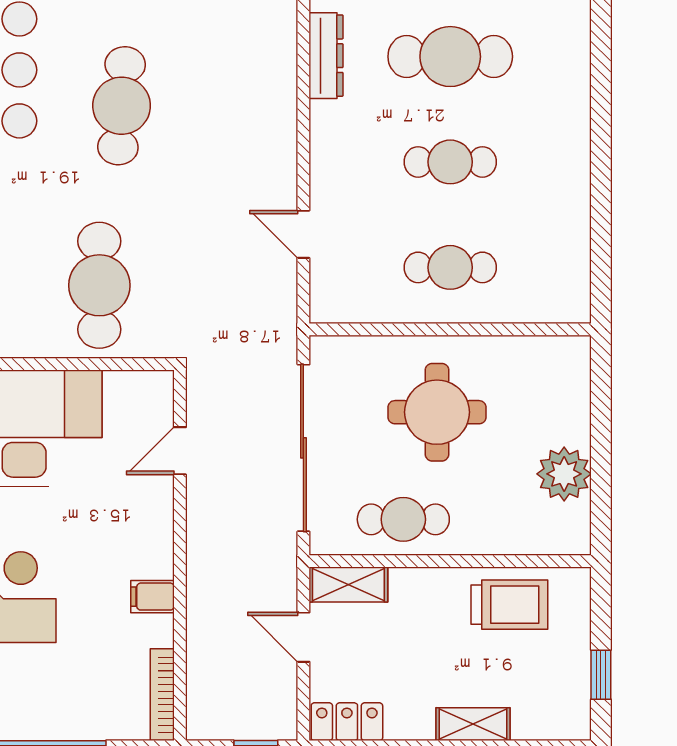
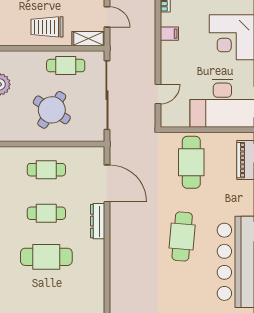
dresser: (326, 56) -> (98, 221), moved
door: (303, 234) -> (107, 183), width x1.88
round table: (437, 412) -> (52, 110), turned 33
trolley: (509, 605) -> (47, 27), moved

